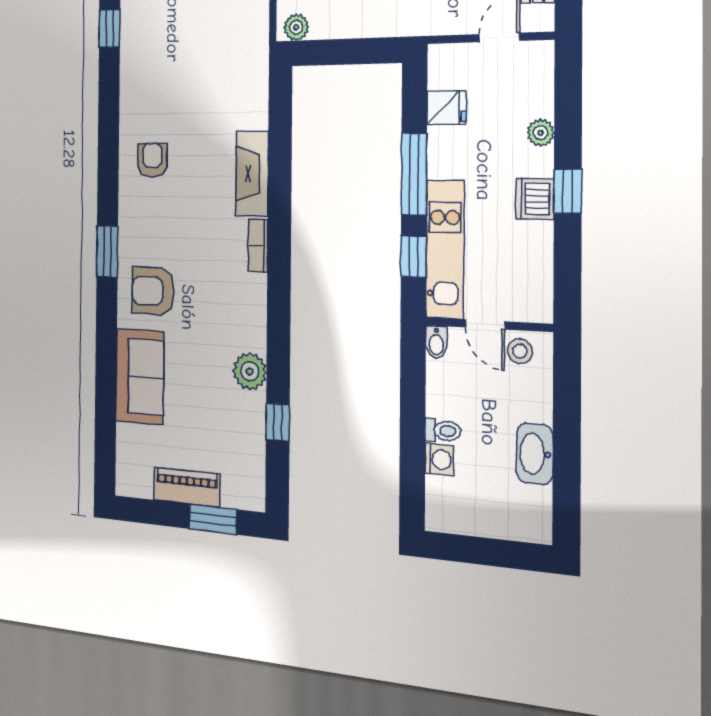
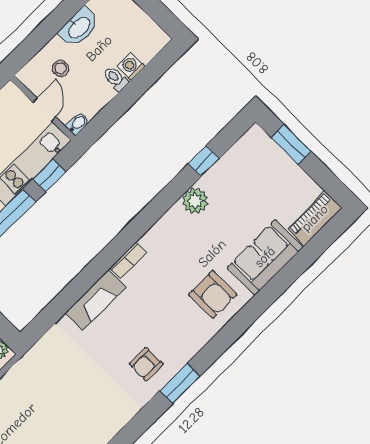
window: (107, 252) -> (180, 383), moved
stool: (520, 351) -> (61, 68), moved
piano: (187, 487) -> (315, 218), moved, turned 90

